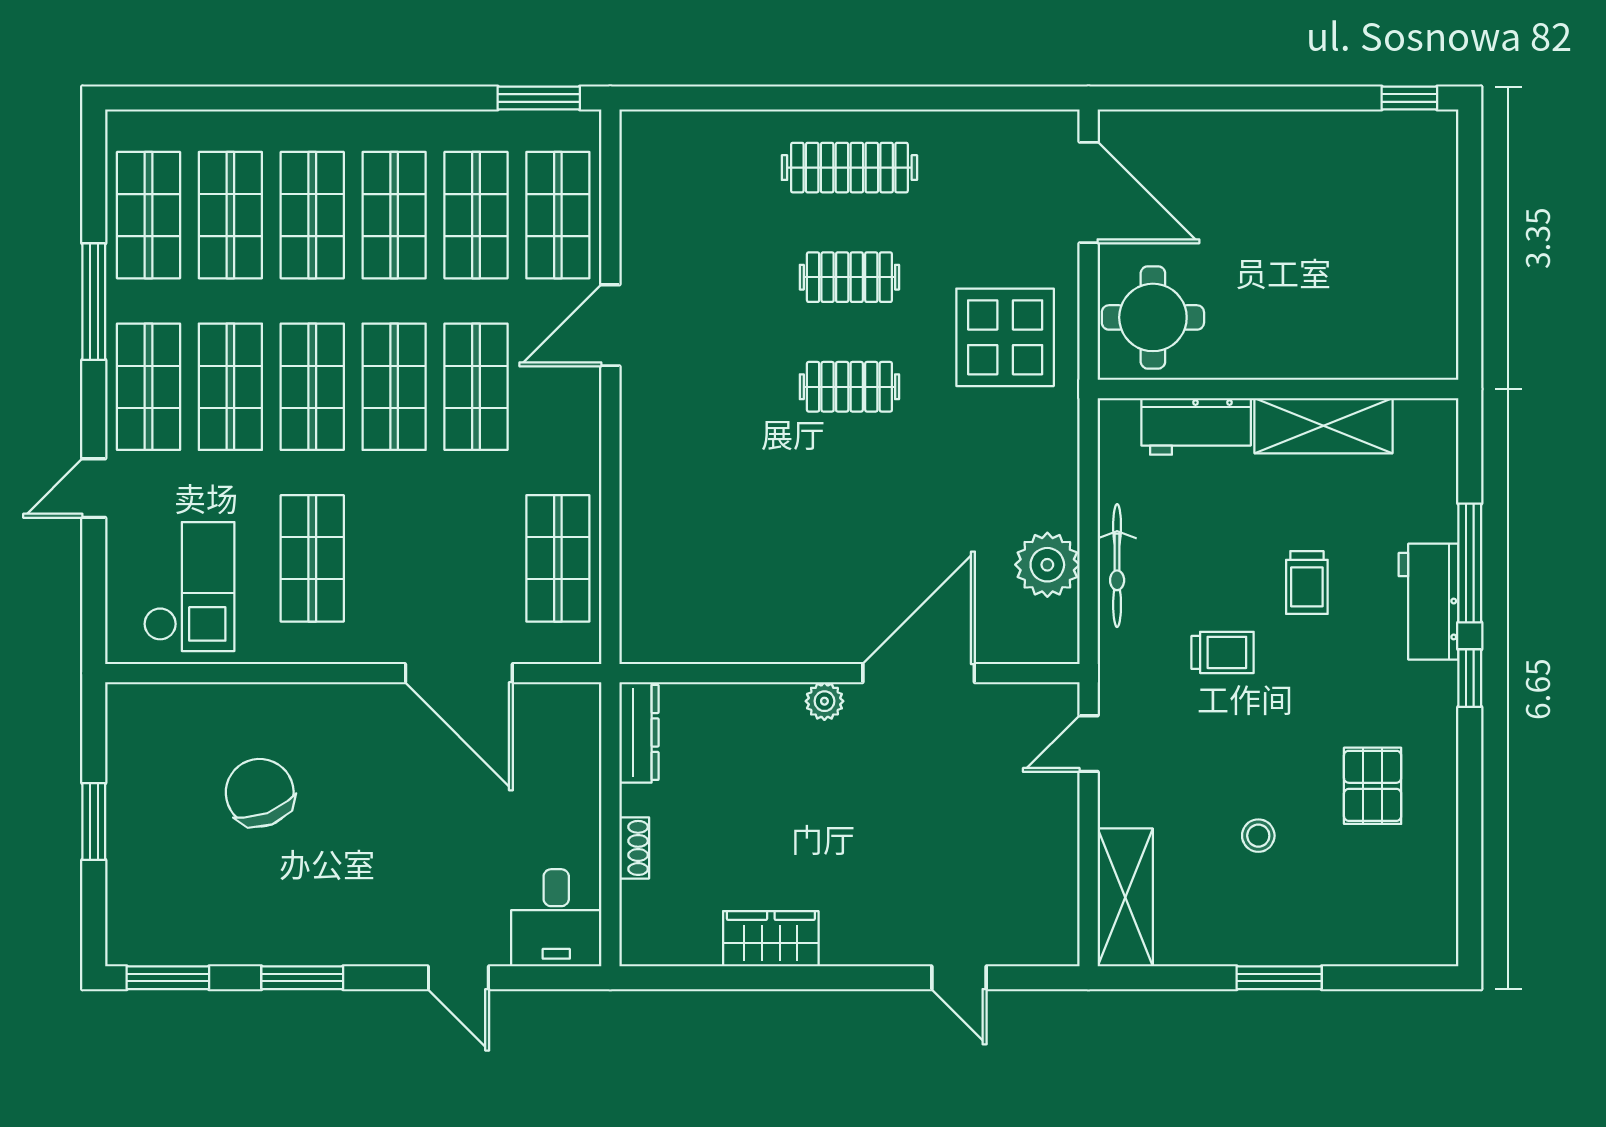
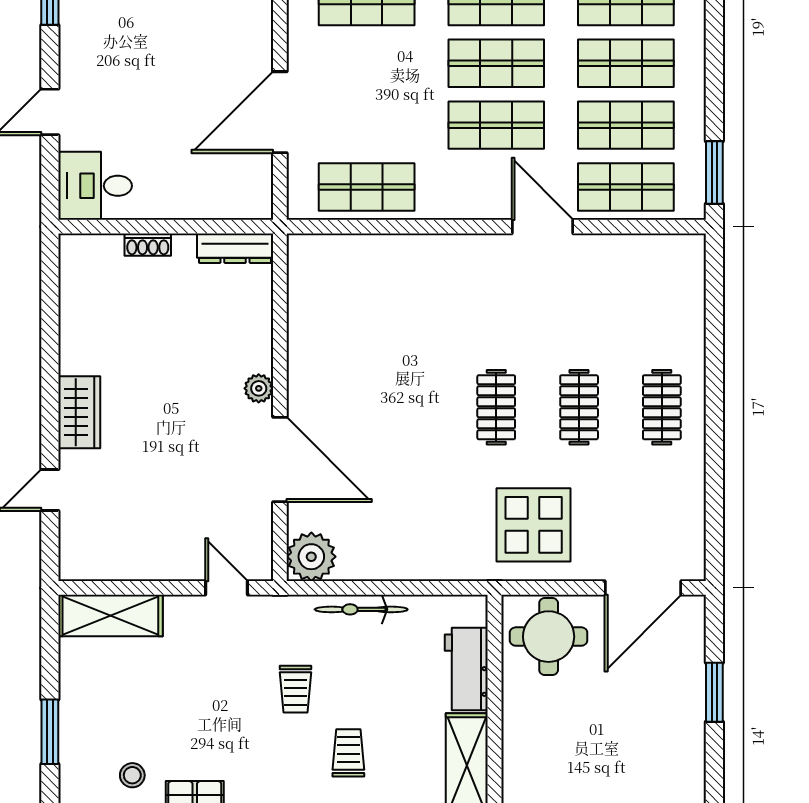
window: (1227, 98) -> (714, 692), added
clothes rail: (849, 168) -> (662, 407), width x0.73
plant: (1047, 565) -> (311, 557), moved
trolley: (1307, 582) -> (348, 753), turned 90
stool: (1258, 836) -> (132, 775), moved
wardrobe: (771, 939) -> (79, 412), moved

